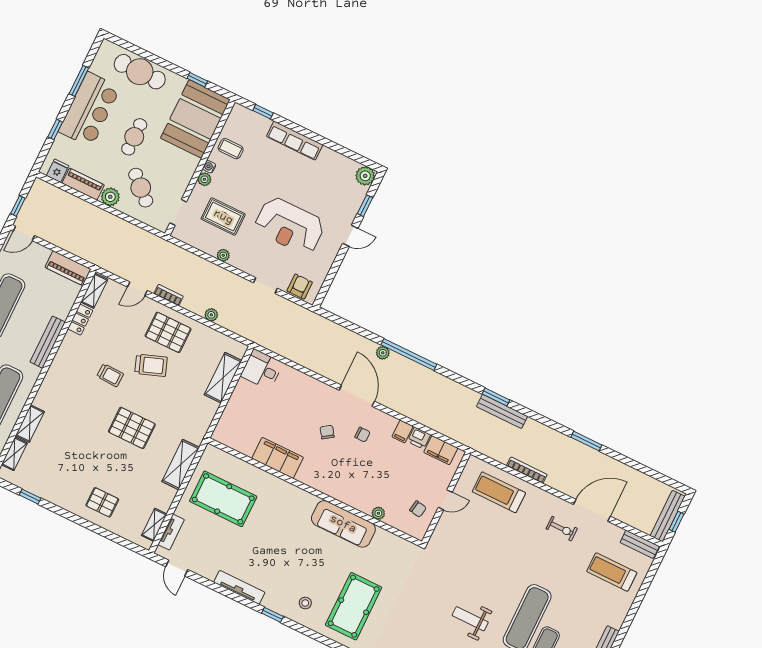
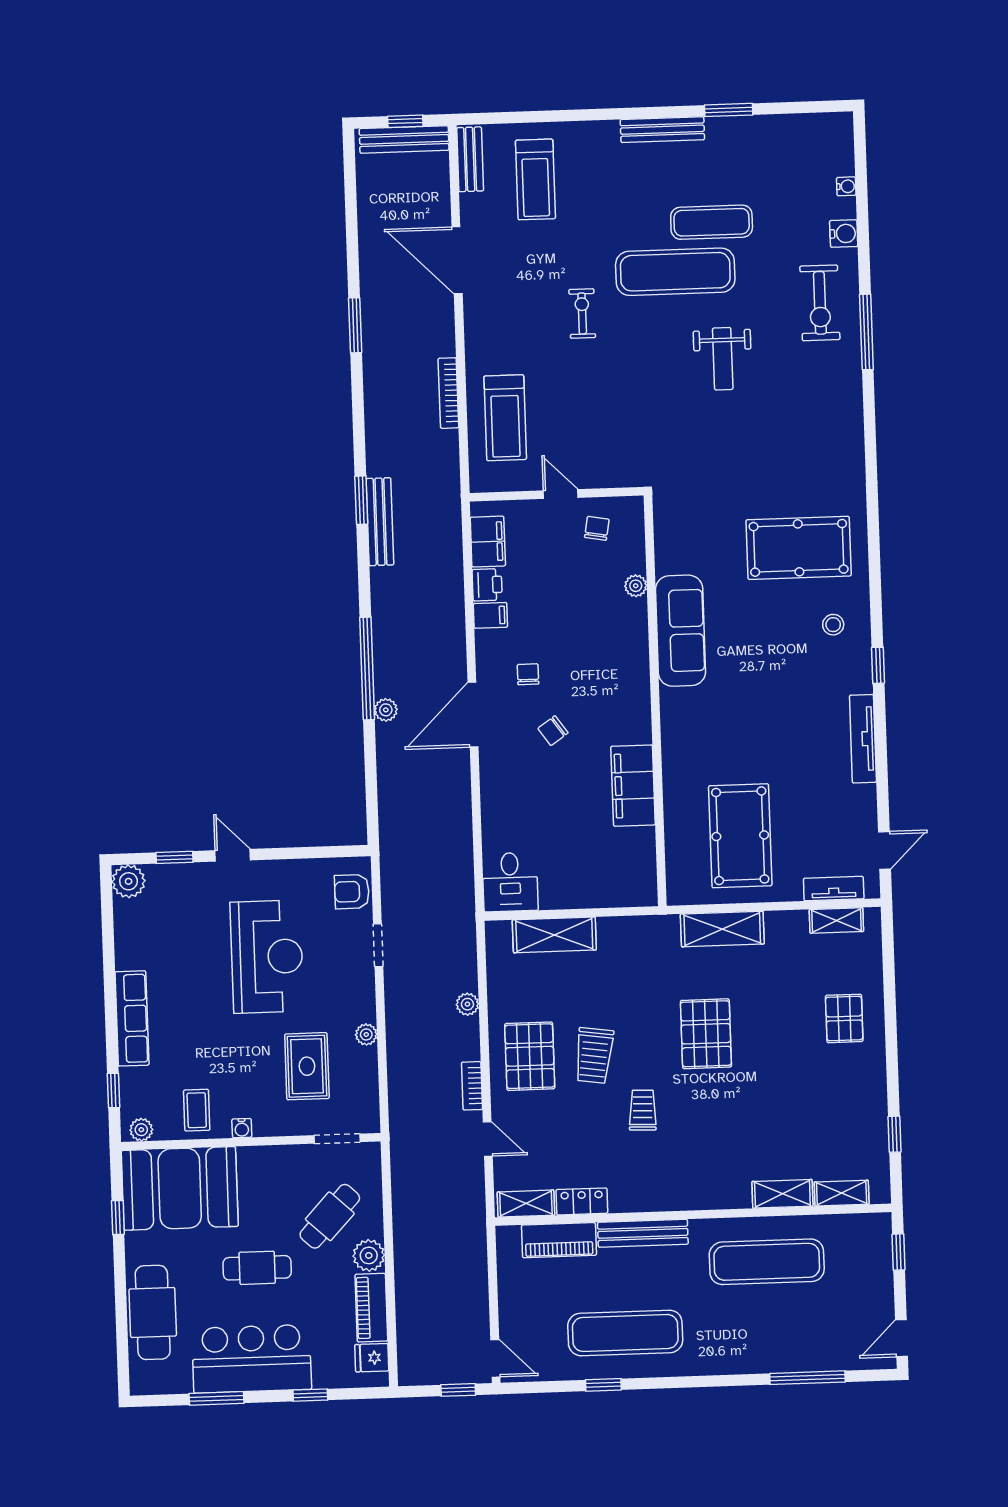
plant: (204, 179) -> (141, 1130), moved
piano: (68, 268) -> (559, 1240), moved, turned 90
trolley: (151, 365) -> (594, 1056), turned -152
bench: (502, 411) -> (380, 522), moved
exercise bike: (562, 529) -> (582, 313), moved

